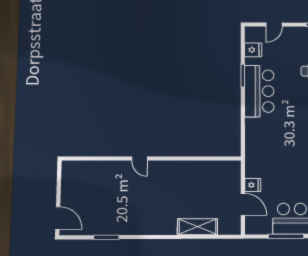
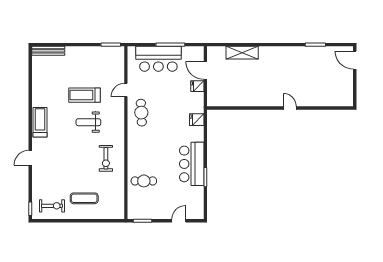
fridge: (253, 50) -> (197, 120), moved

